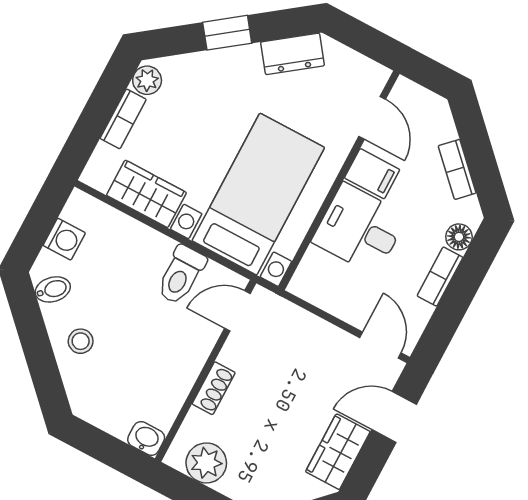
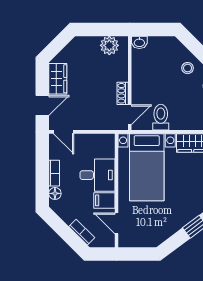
dresser: (293, 54) -> (163, 232), removed
bookcase: (457, 169) -> (82, 232), moved
shoe rack: (214, 388) -> (123, 93), moved

